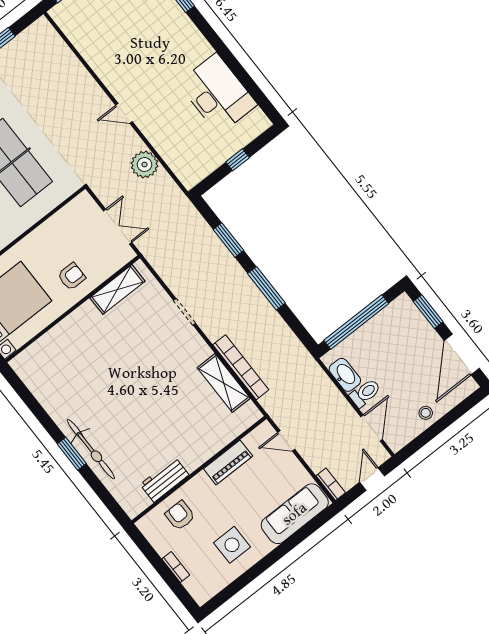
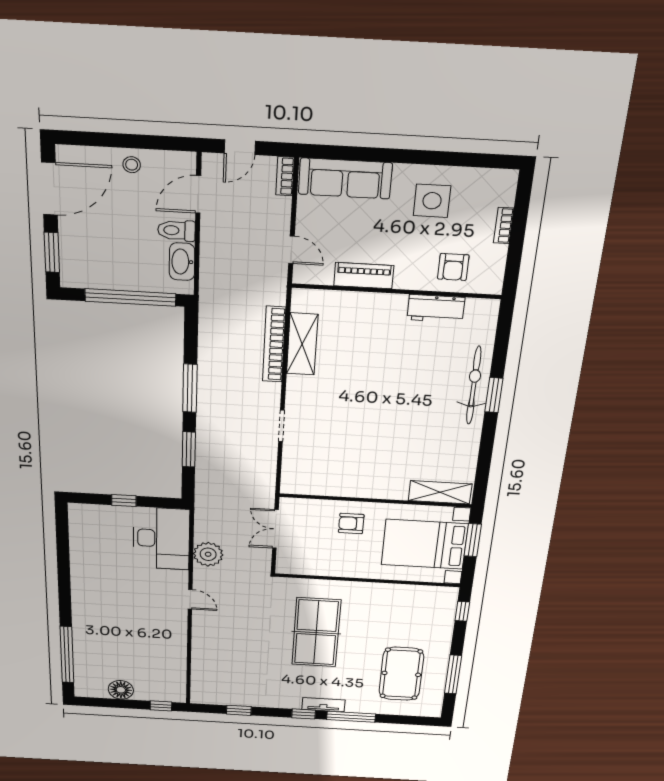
desk: (217, 94) -> (161, 539), moved, turned 180
shelving: (117, 289) -> (440, 492), moved

